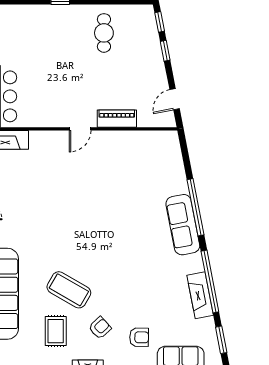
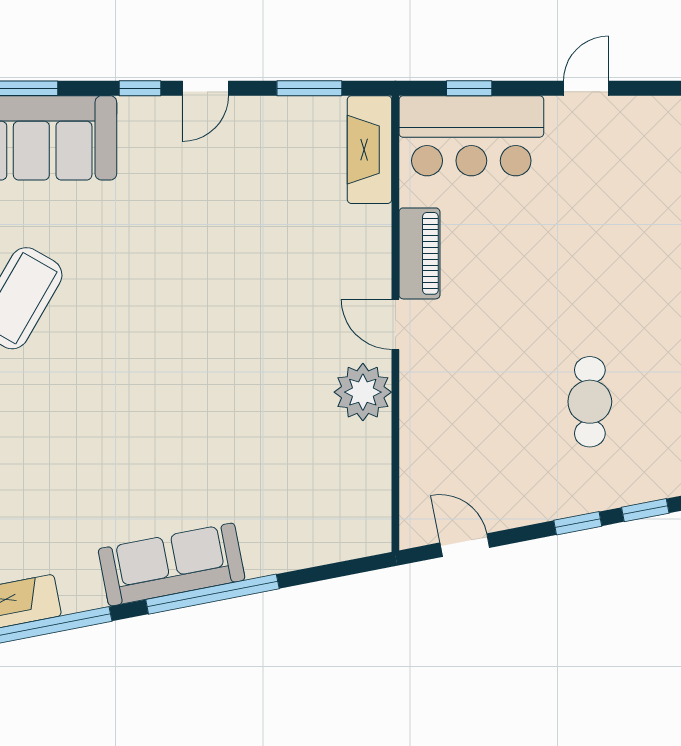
cafe table: (104, 33) -> (590, 402), moved, turned 90
piano: (117, 119) -> (419, 253), moved
plant: (109, 143) -> (363, 392), added

